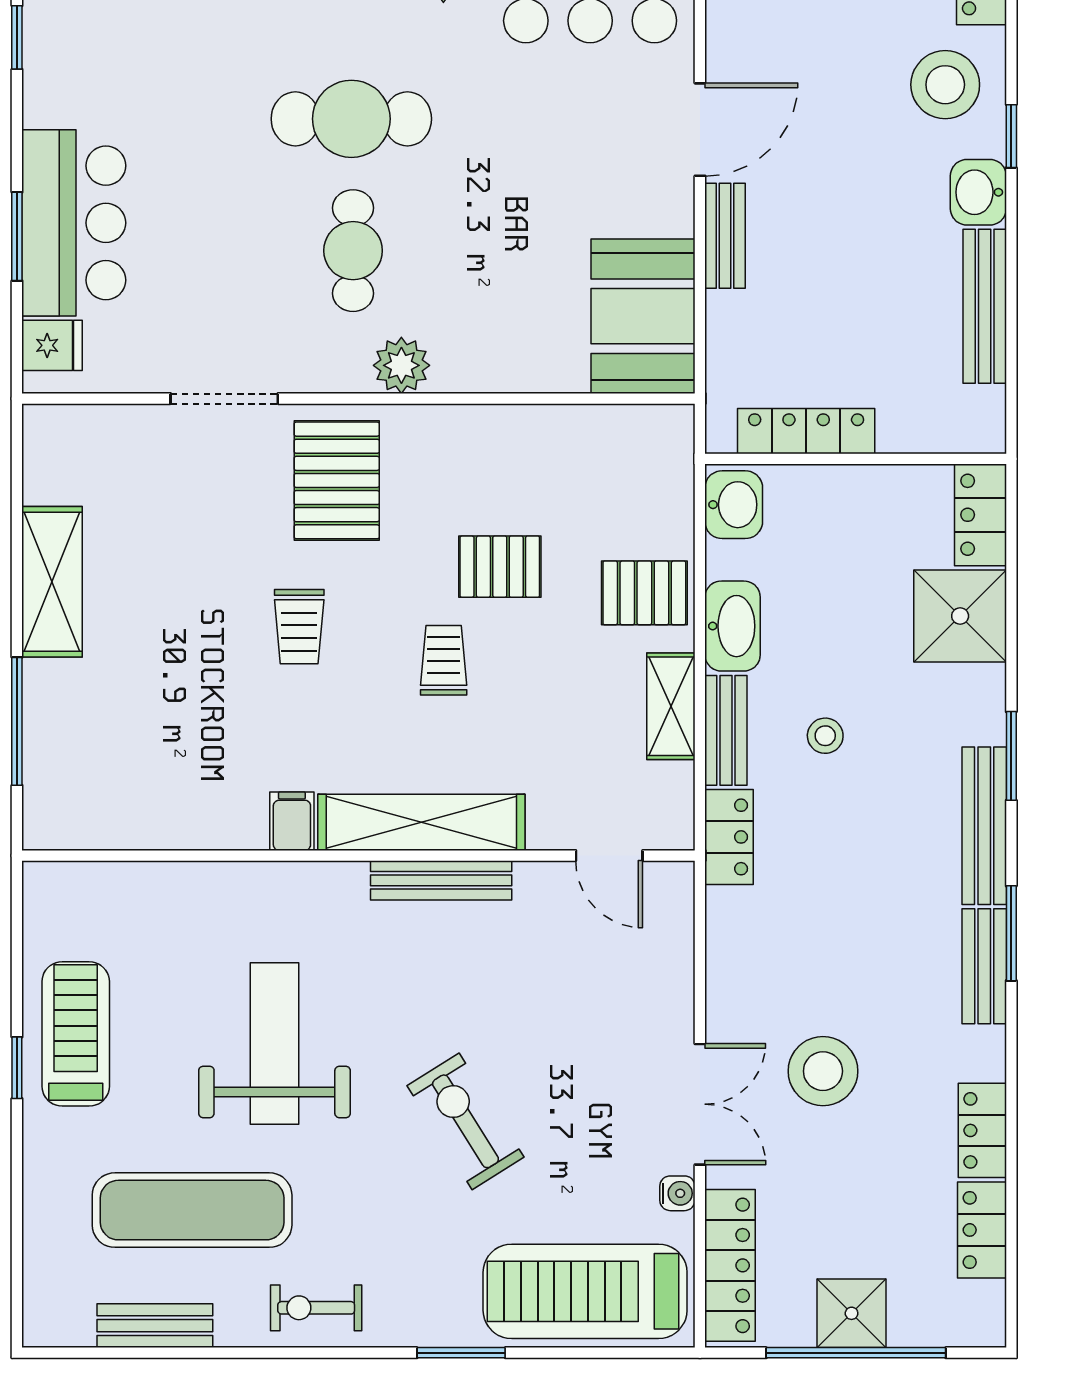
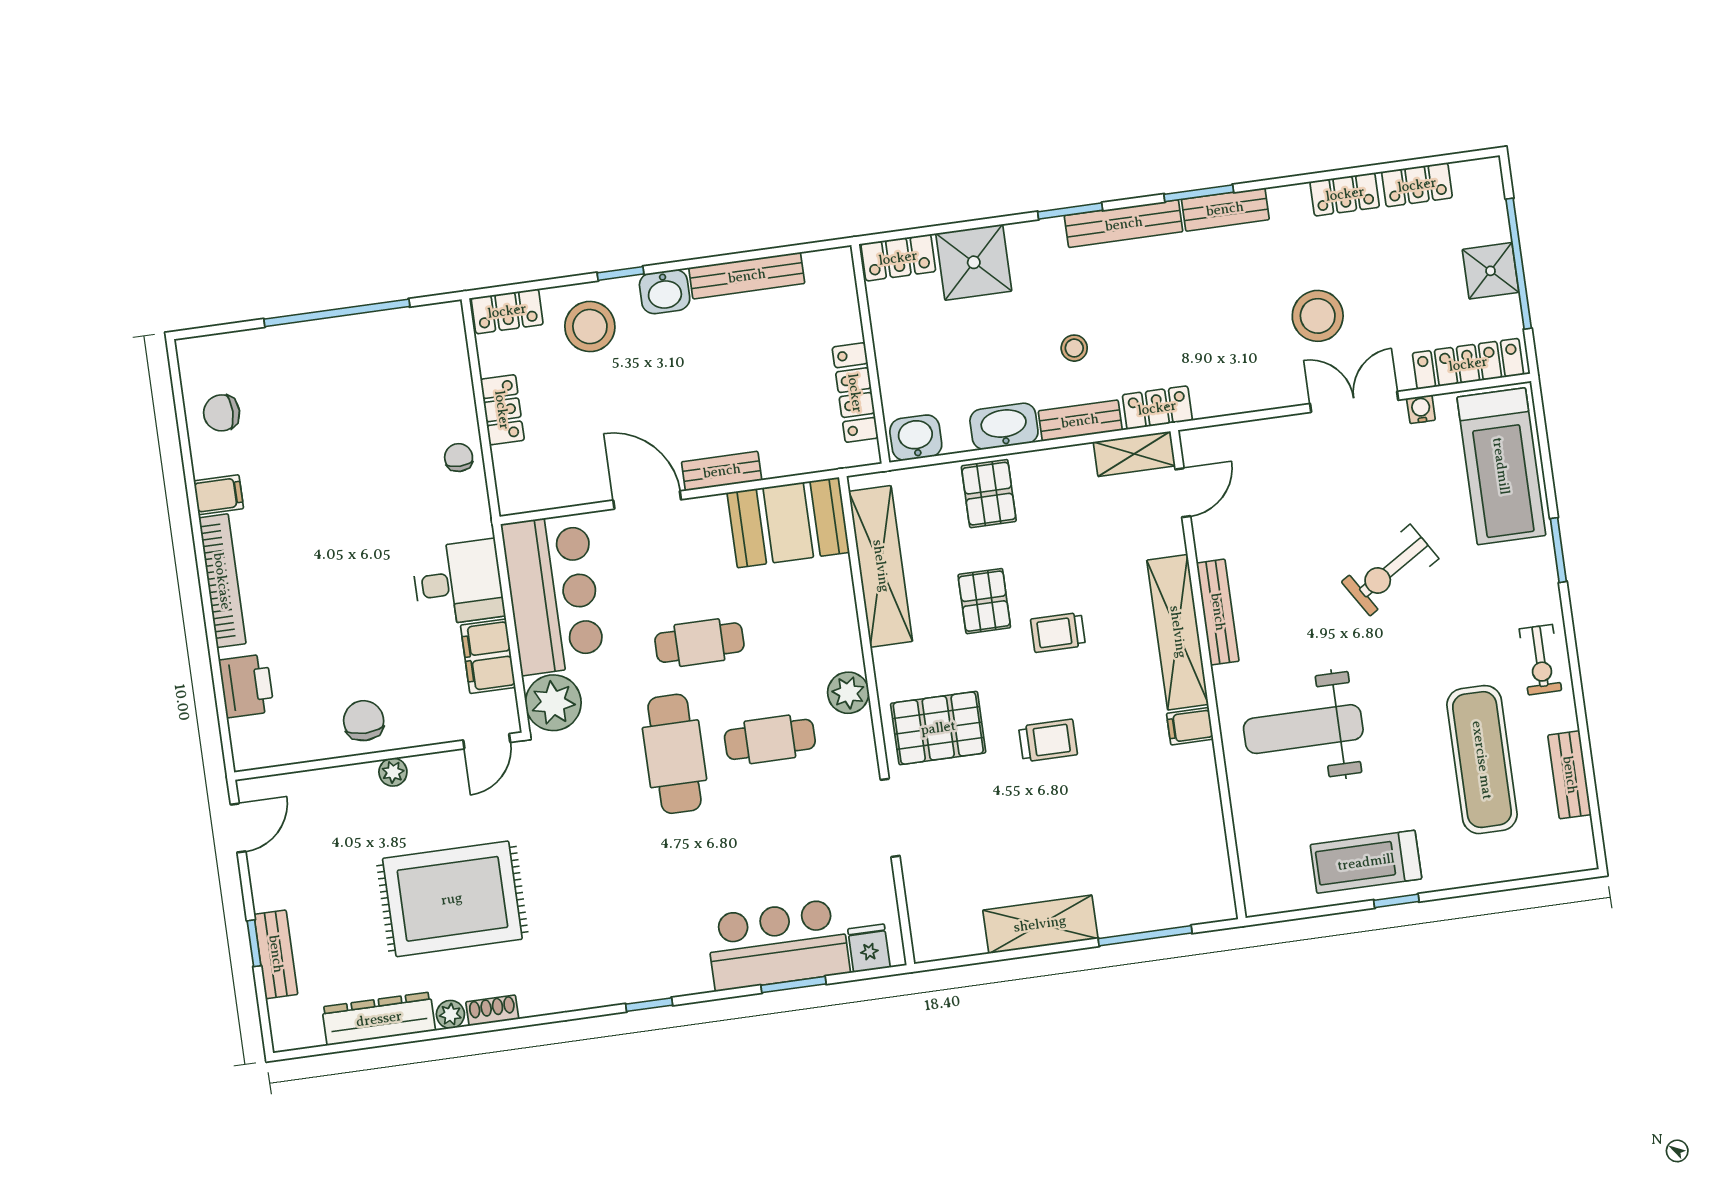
cafe table: (497, 174) -> (699, 643), added
shelving: (566, 433) -> (881, 566), added
shelving: (671, 706) -> (1134, 454), moved
weight bench: (274, 1043) -> (1303, 729), moved

